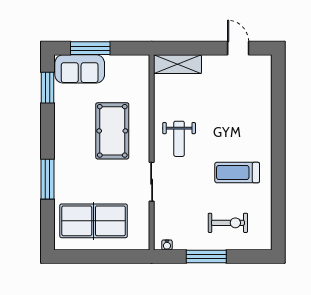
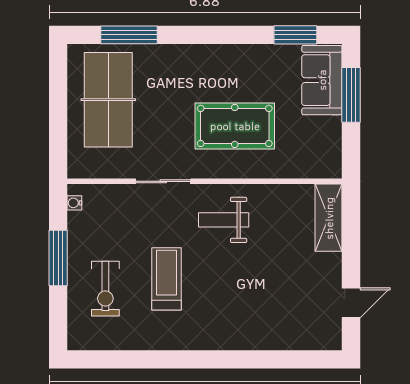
treadmill: (237, 173) -> (166, 279), moved
window: (47, 179) -> (129, 35), moved

